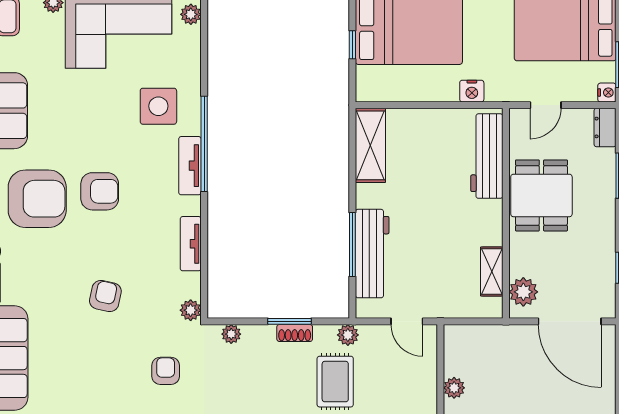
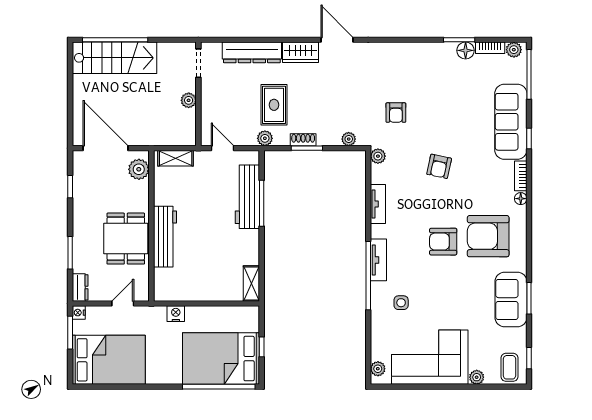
side table: (158, 106) -> (401, 303), width x0.54, depth x0.54
shelving: (370, 145) -> (251, 283), width x0.67, depth x0.75
workbench: (487, 156) -> (165, 237), moved
shelving: (492, 272) -> (176, 158), moved, turned 90

